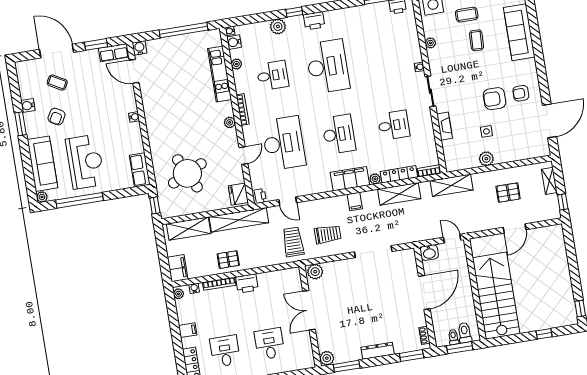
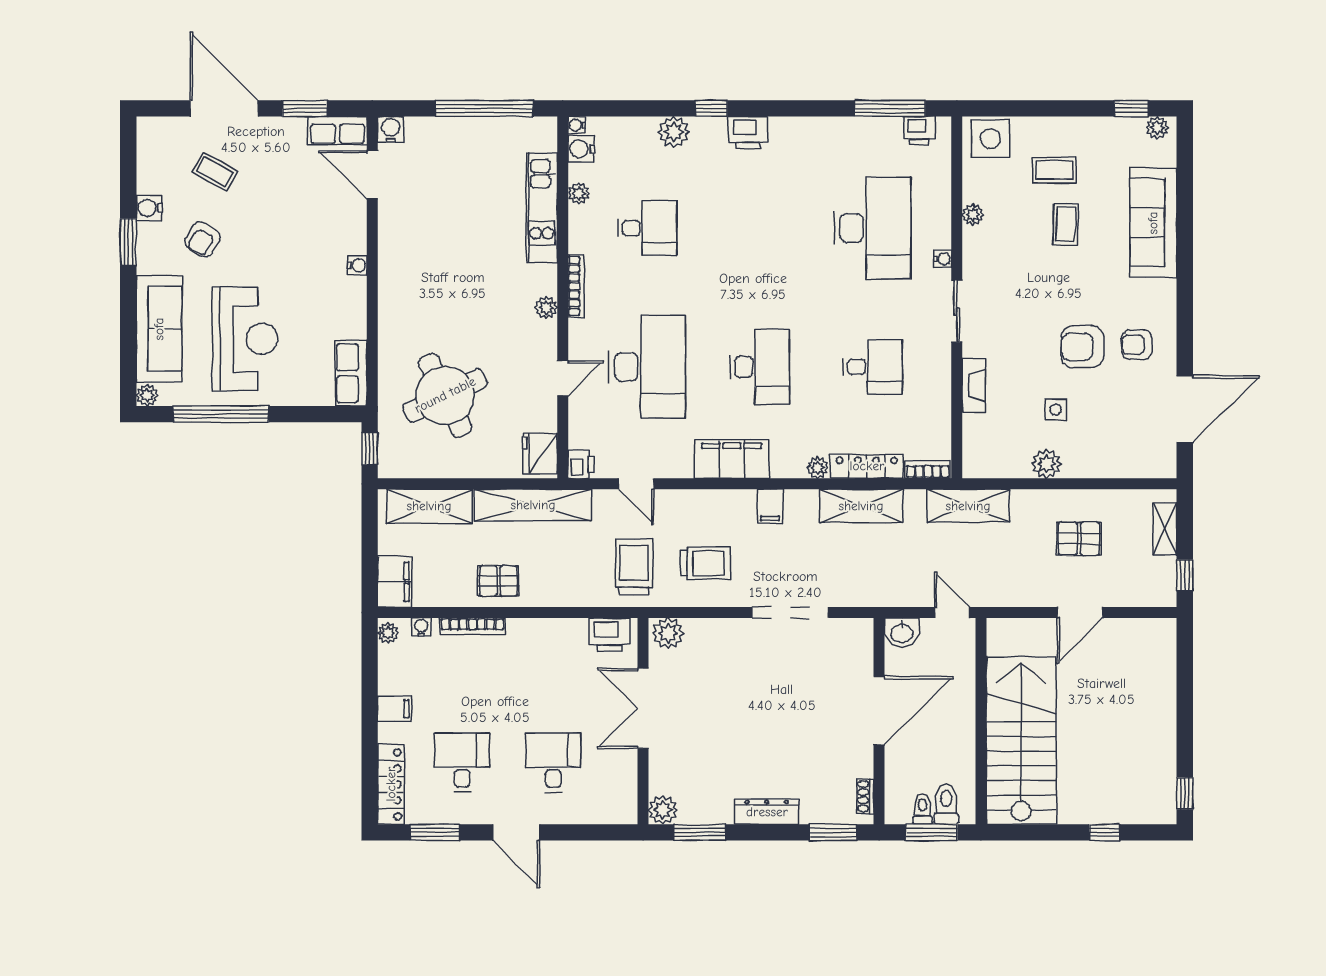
desk: (328, 66) -> (872, 228), moved
filing cabinet: (350, 179) -> (732, 459), moved
printer: (247, 284) -> (610, 635), moved

